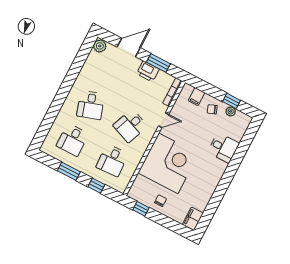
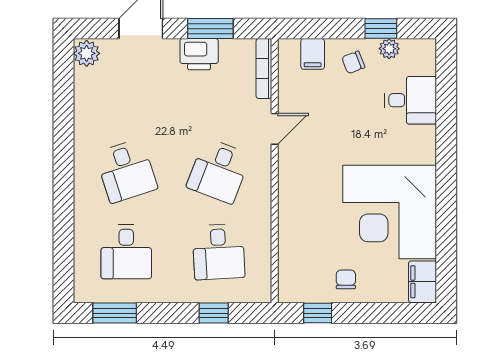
desk: (223, 148) -> (411, 100), moved
corner desk: (168, 163) -> (390, 212), moved, turned 180
window: (69, 171) -> (115, 313), moved

